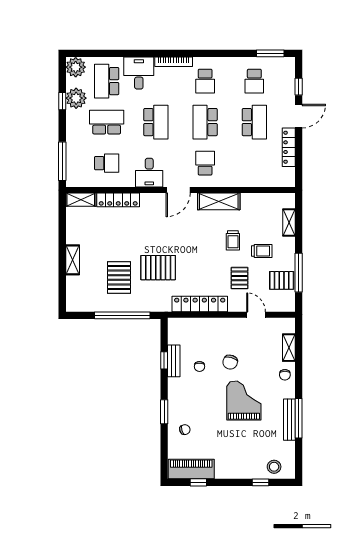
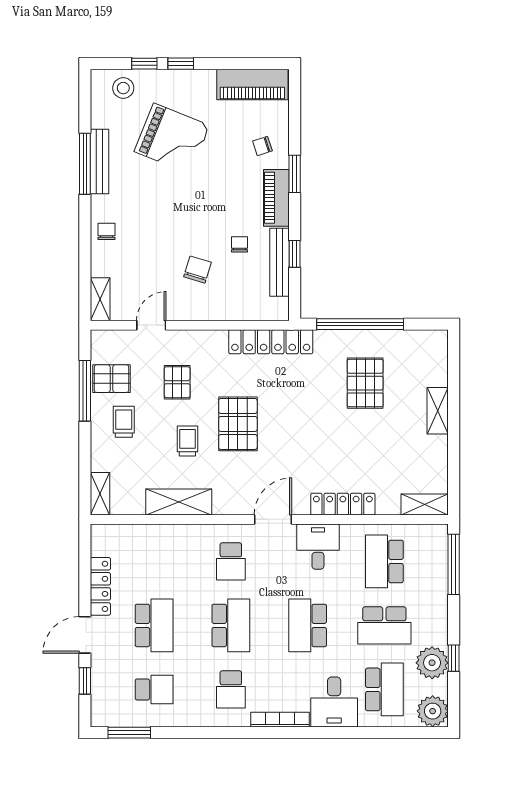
school desk: (205, 81) -> (231, 689), turned 180
school desk: (254, 81) -> (154, 689), turned 90
school desk: (254, 122) -> (154, 625), turned 180
school desk: (107, 163) -> (384, 561), width x1.85
locker: (118, 200) -> (343, 504), moved
shelving: (219, 201) -> (179, 502), moved
shelving: (289, 223) -> (100, 494), moved
trolley: (262, 251) -> (124, 422), moved, turned 90
pallet: (158, 268) -> (238, 424), moved, turned 90
locker: (200, 304) -> (271, 342), moved
door: (256, 315) -> (151, 325), swing flipped
shelving: (289, 348) -> (100, 299), moved
bench: (174, 361) -> (280, 262), width x1.36
chair: (230, 362) -> (198, 270), moved
piano: (176, 396) -> (276, 198), added
grand piano: (244, 401) -> (172, 138), moved, turned -68
window: (198, 482) -> (181, 64), moved

